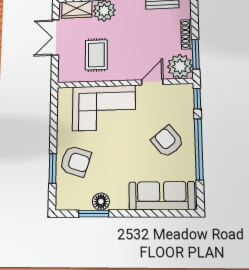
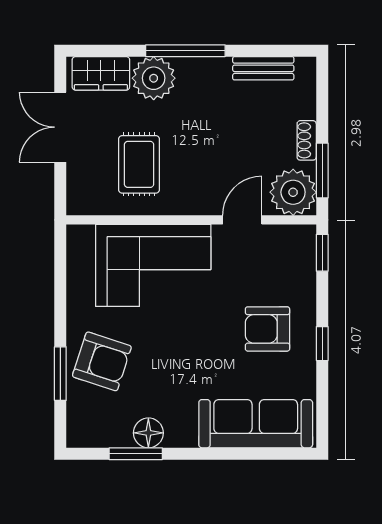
shoe rack: (187, 34) -> (307, 140), width x0.70
armchair: (167, 141) -> (267, 329), turned -51
window: (199, 149) -> (322, 344), width x0.32

